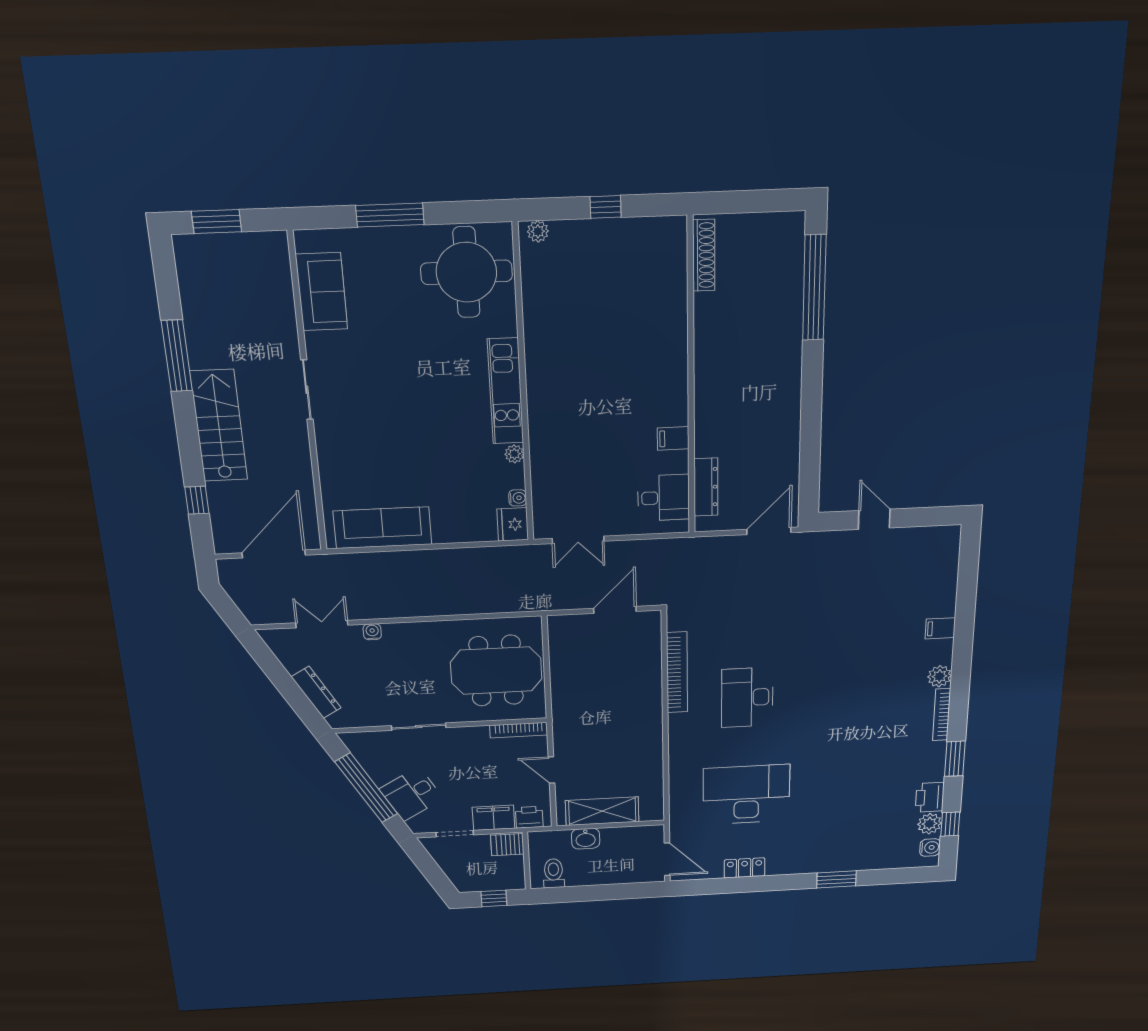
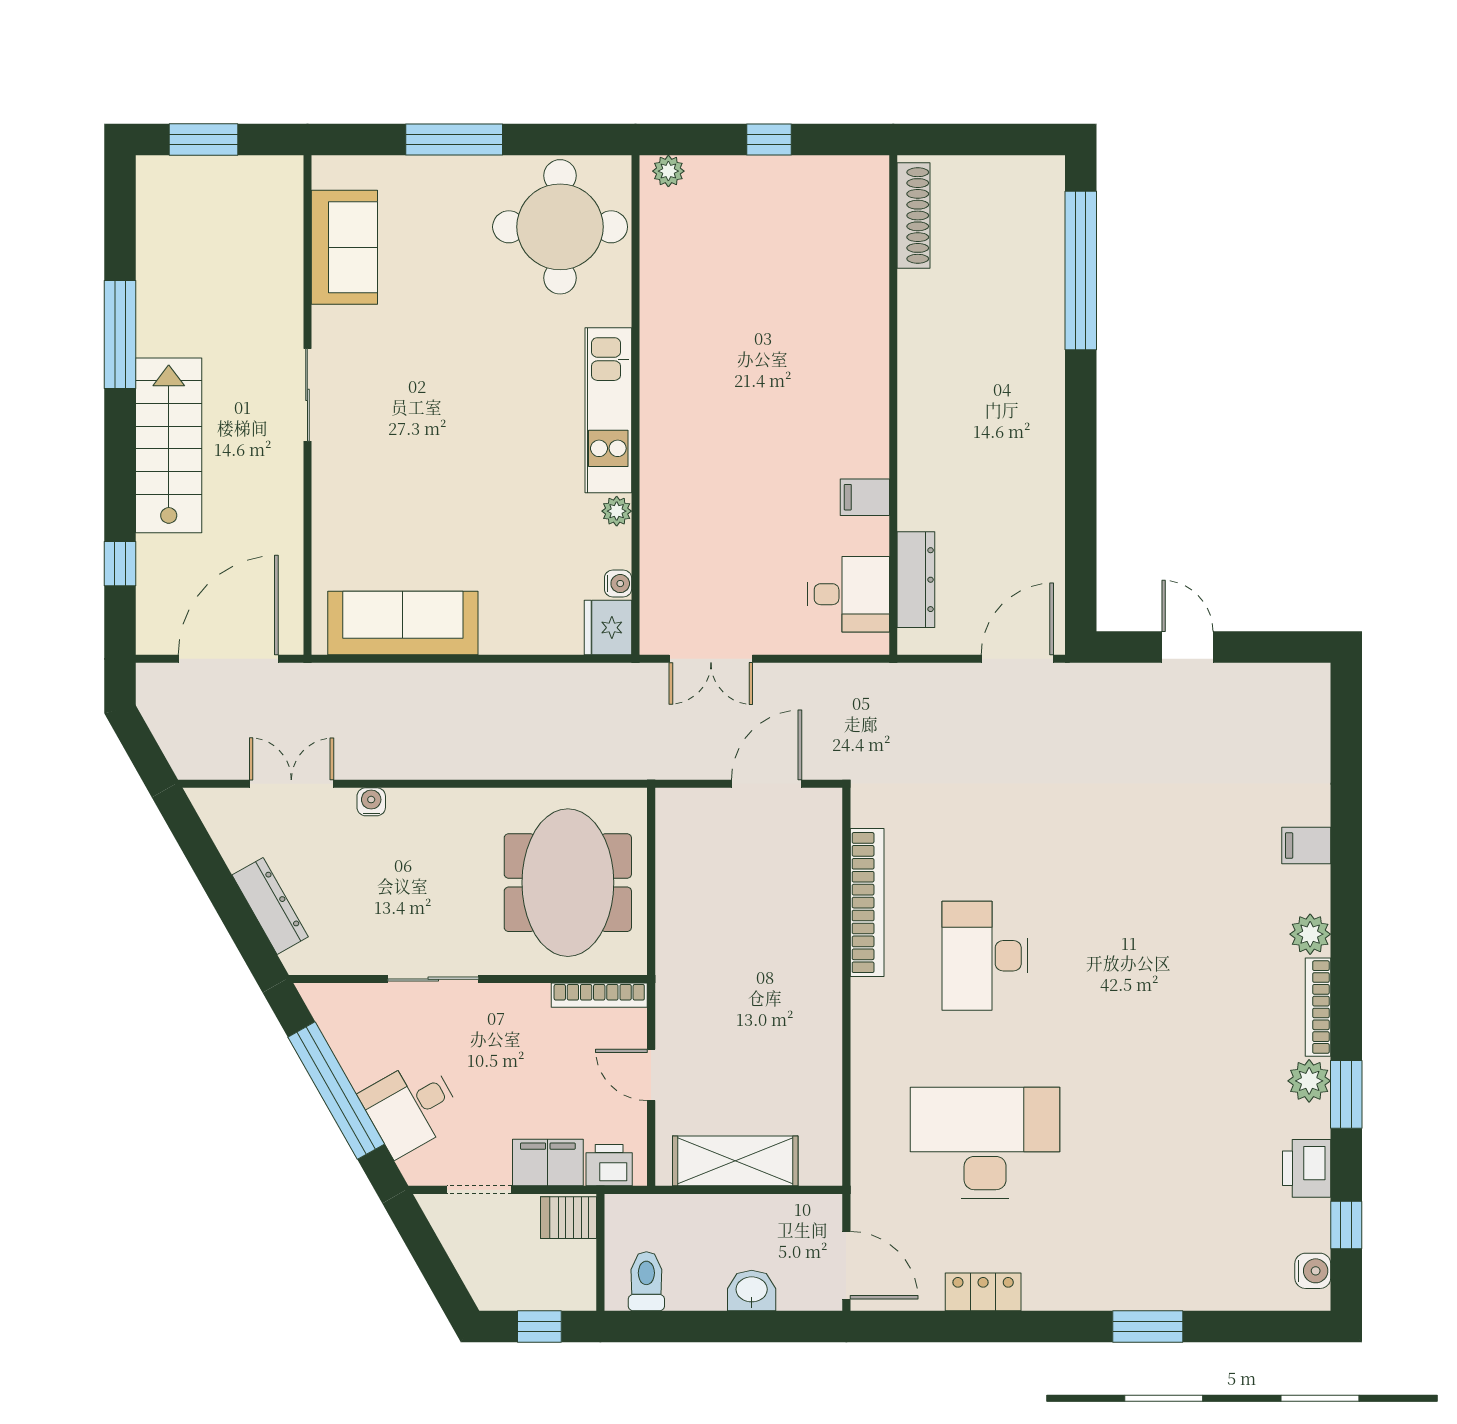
meeting table: (496, 671) -> (568, 883), turned 90
plant: (930, 824) -> (1309, 1081), moved
washbasin: (586, 839) -> (752, 1291), moved, turned 180

